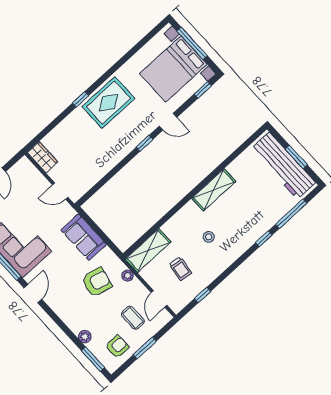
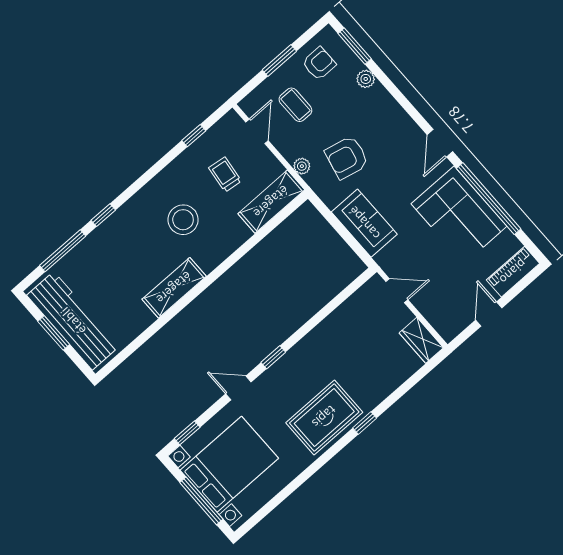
stool: (209, 237) -> (183, 220), width x1.89, depth x1.89
armchair: (117, 347) -> (319, 63), turned 180

